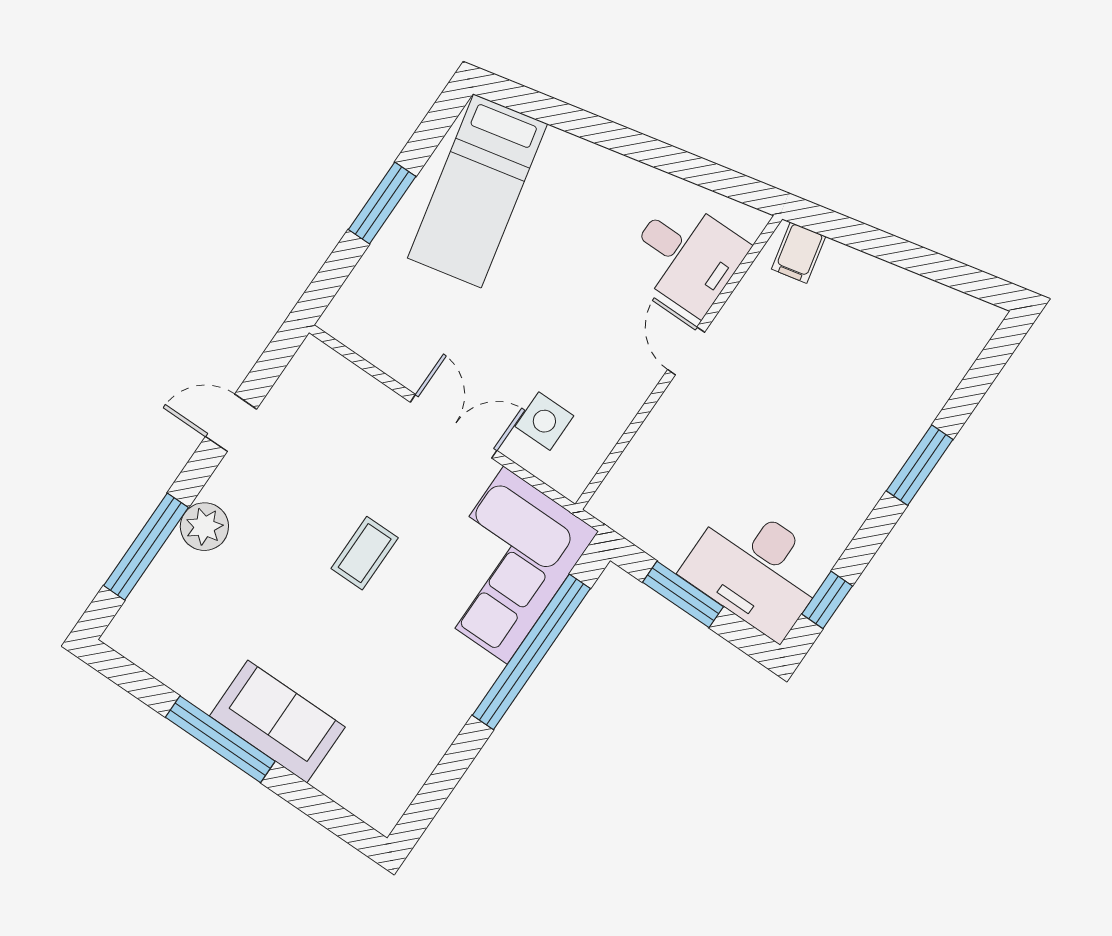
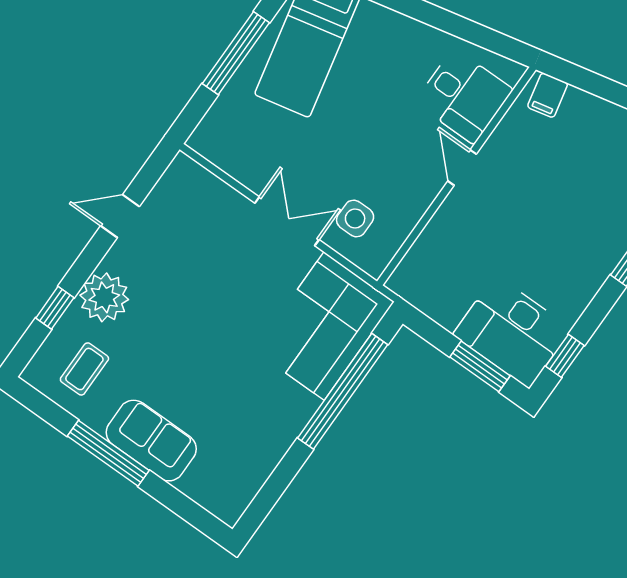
window: (382, 203) -> (236, 53), width x1.44
plant: (204, 527) -> (104, 297), width x1.36, depth x1.36
window: (146, 547) -> (55, 308), width x0.46
coffee table: (365, 553) -> (84, 369), moved
window: (683, 594) -> (480, 366), moved

